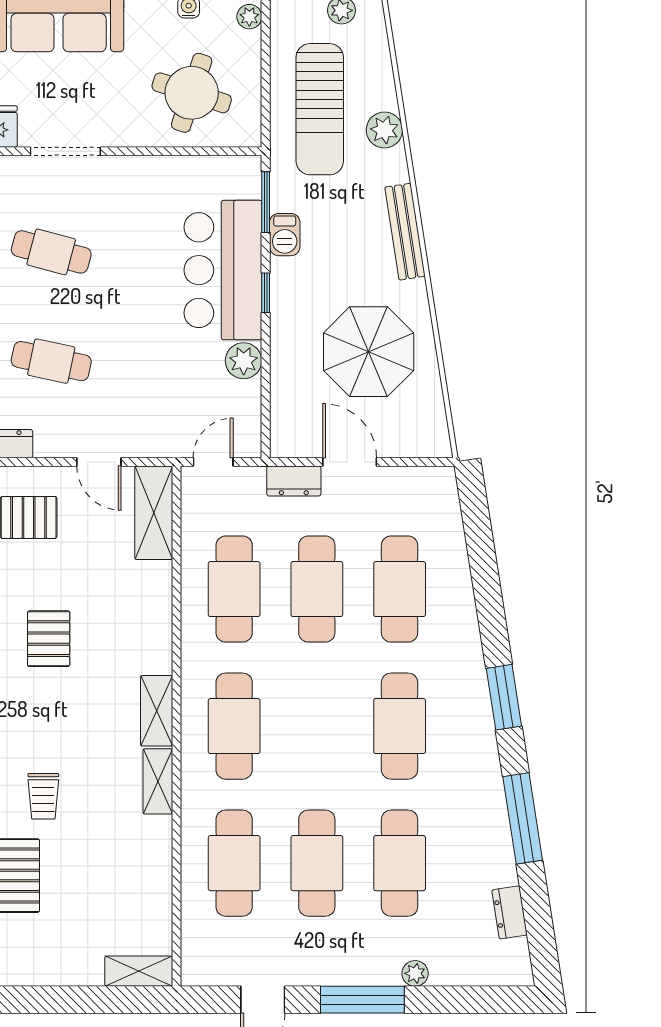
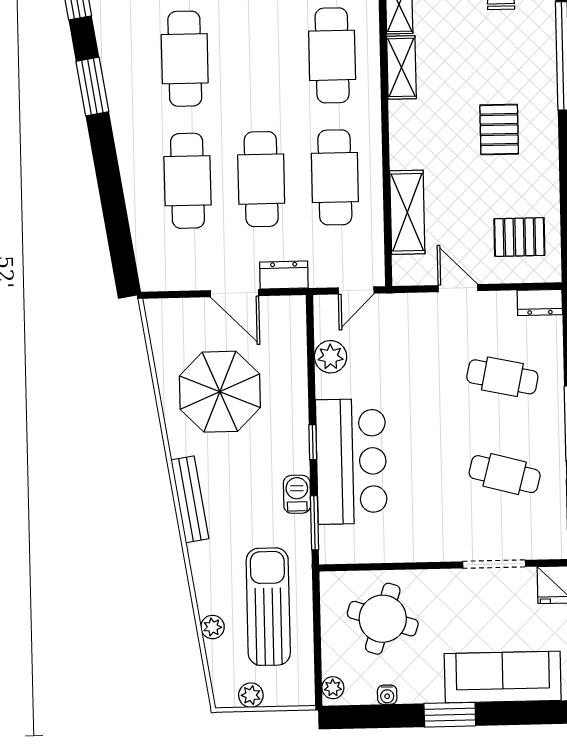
plant: (384, 130) -> (212, 627), moved, width x0.73, depth x0.73
plant: (244, 361) -> (331, 357), moved
shelving: (154, 513) -> (407, 212), moved

